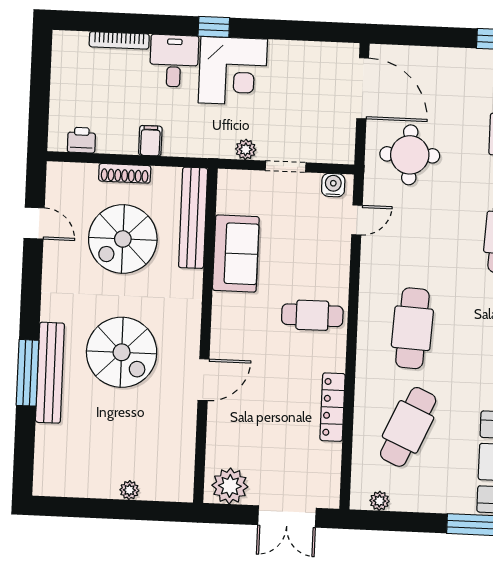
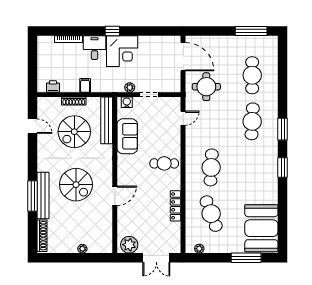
water cooler: (333, 185) -> (127, 102), moved
cafe table: (408, 427) -> (211, 214), turned -45
shoe rack: (44, 458) -> (42, 236), added

